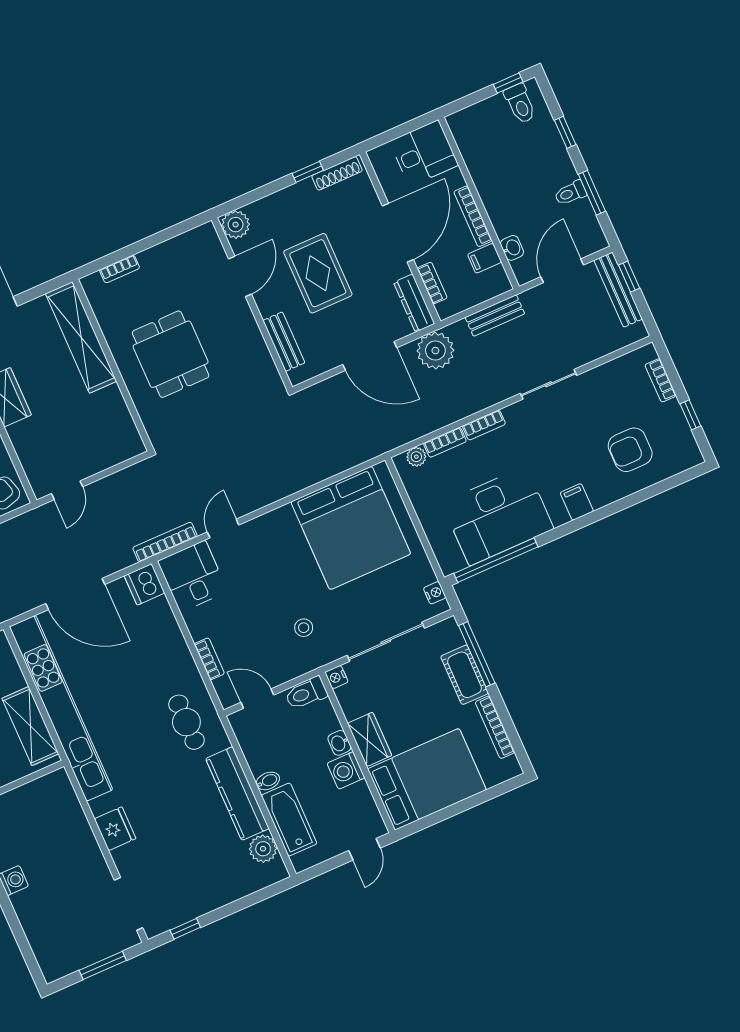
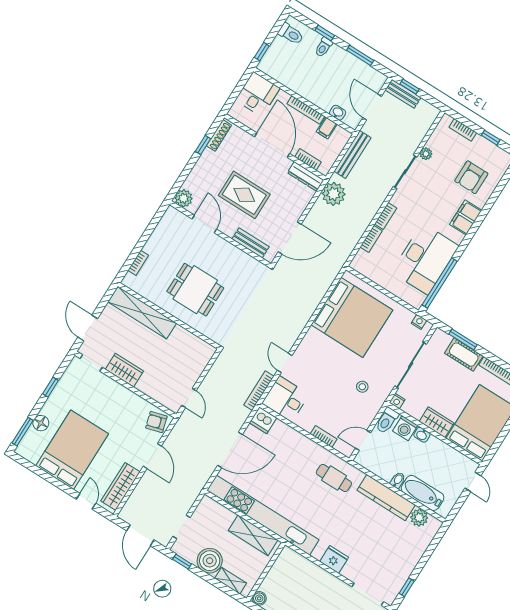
window: (508, 83) -> (262, 52), moved
toilet: (570, 193) -> (324, 47), moved
bench: (618, 290) -> (403, 94), width x0.73
bench: (495, 316) -> (353, 154), width x1.36
door: (370, 356) -> (290, 238), moved
plant: (416, 457) -> (426, 154), moved
filing cabinet: (577, 502) -> (466, 217), width x2.00
window: (477, 654) -> (463, 339), width x0.69
washing machine: (346, 771) -> (405, 428), moved

